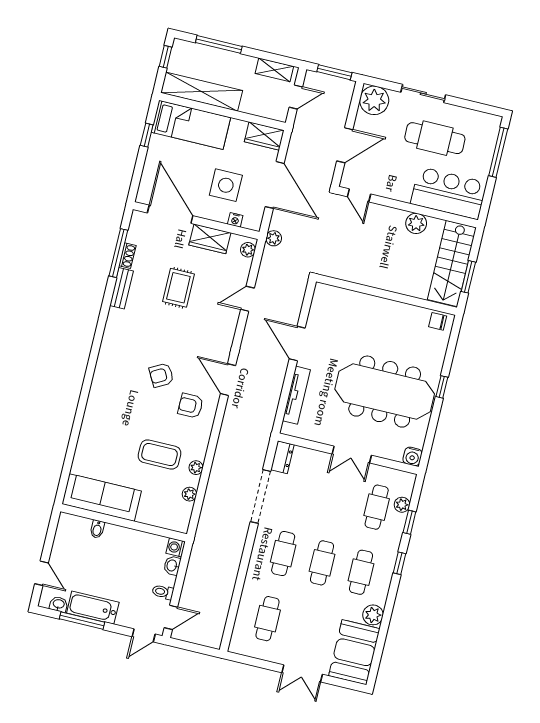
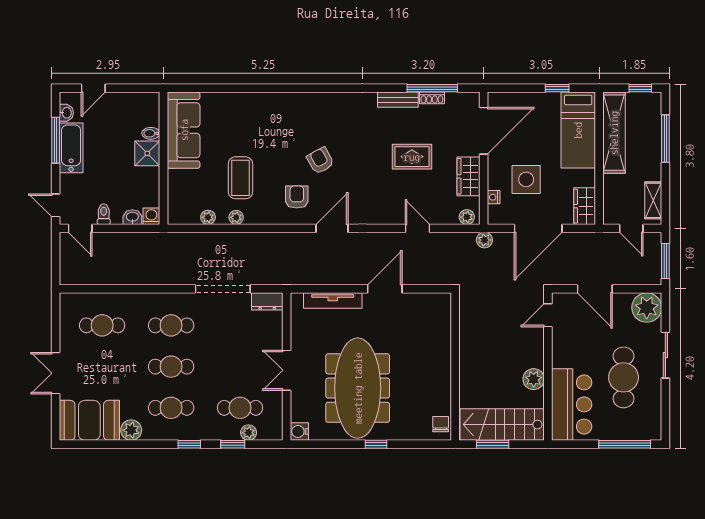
shower: (115, 537) -> (147, 153), added

